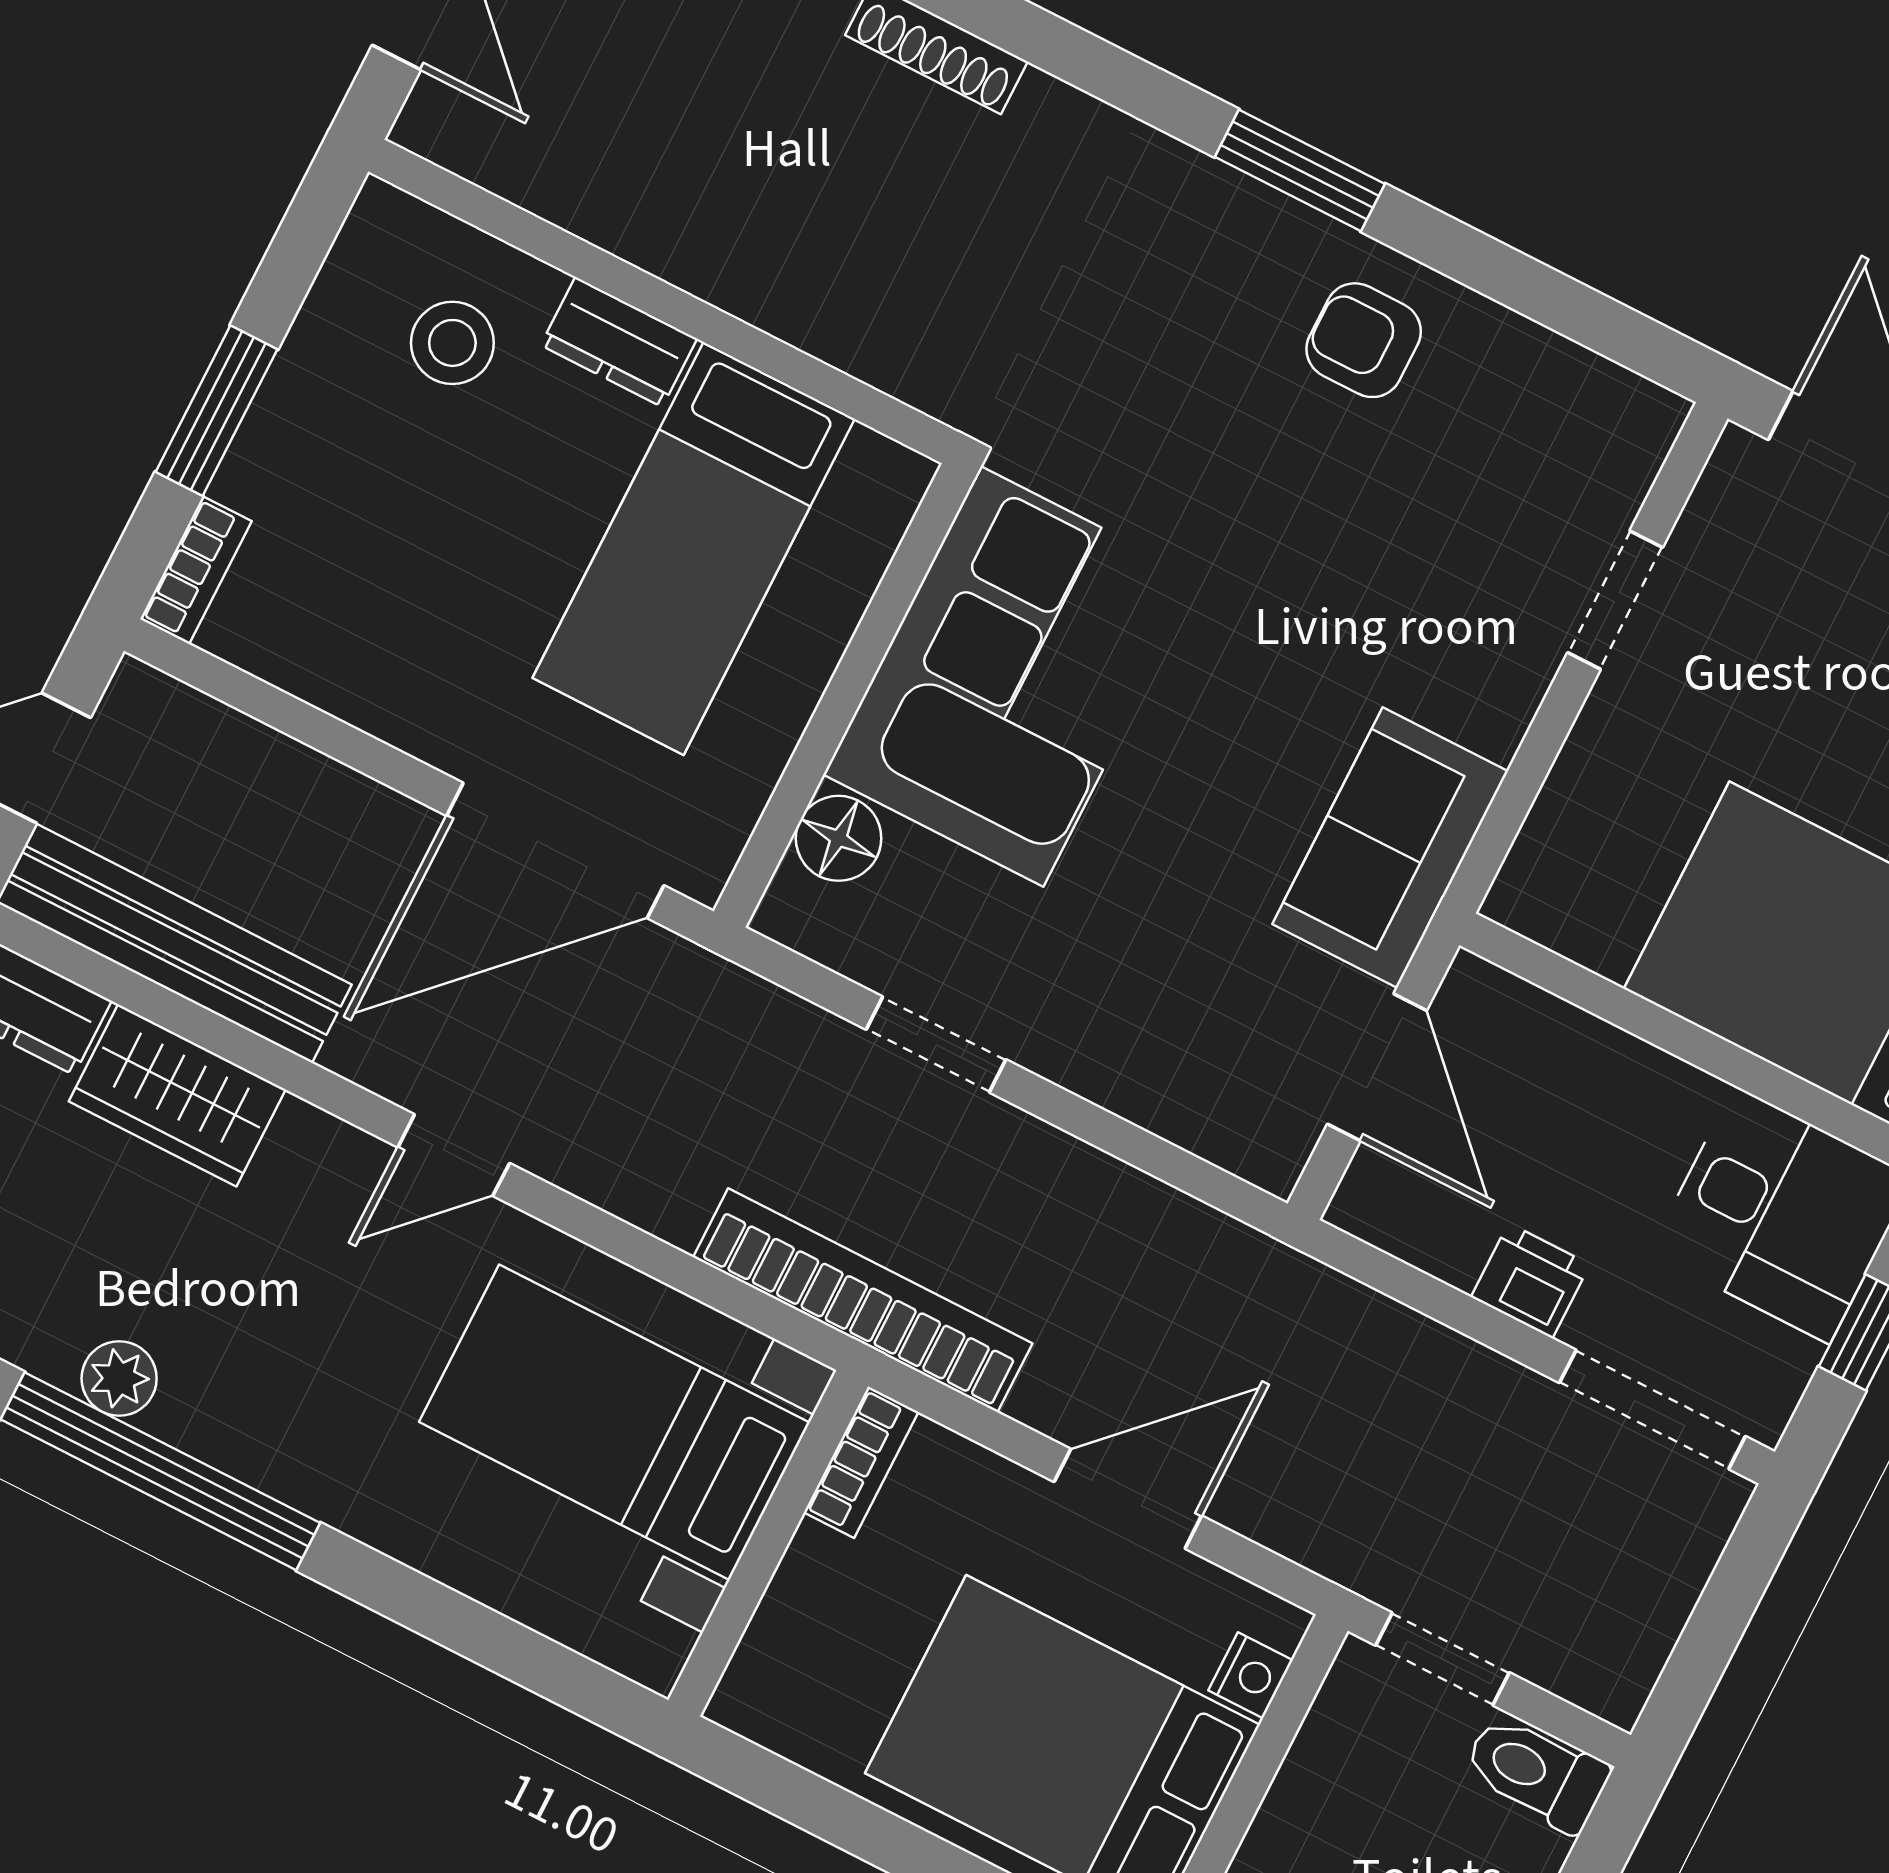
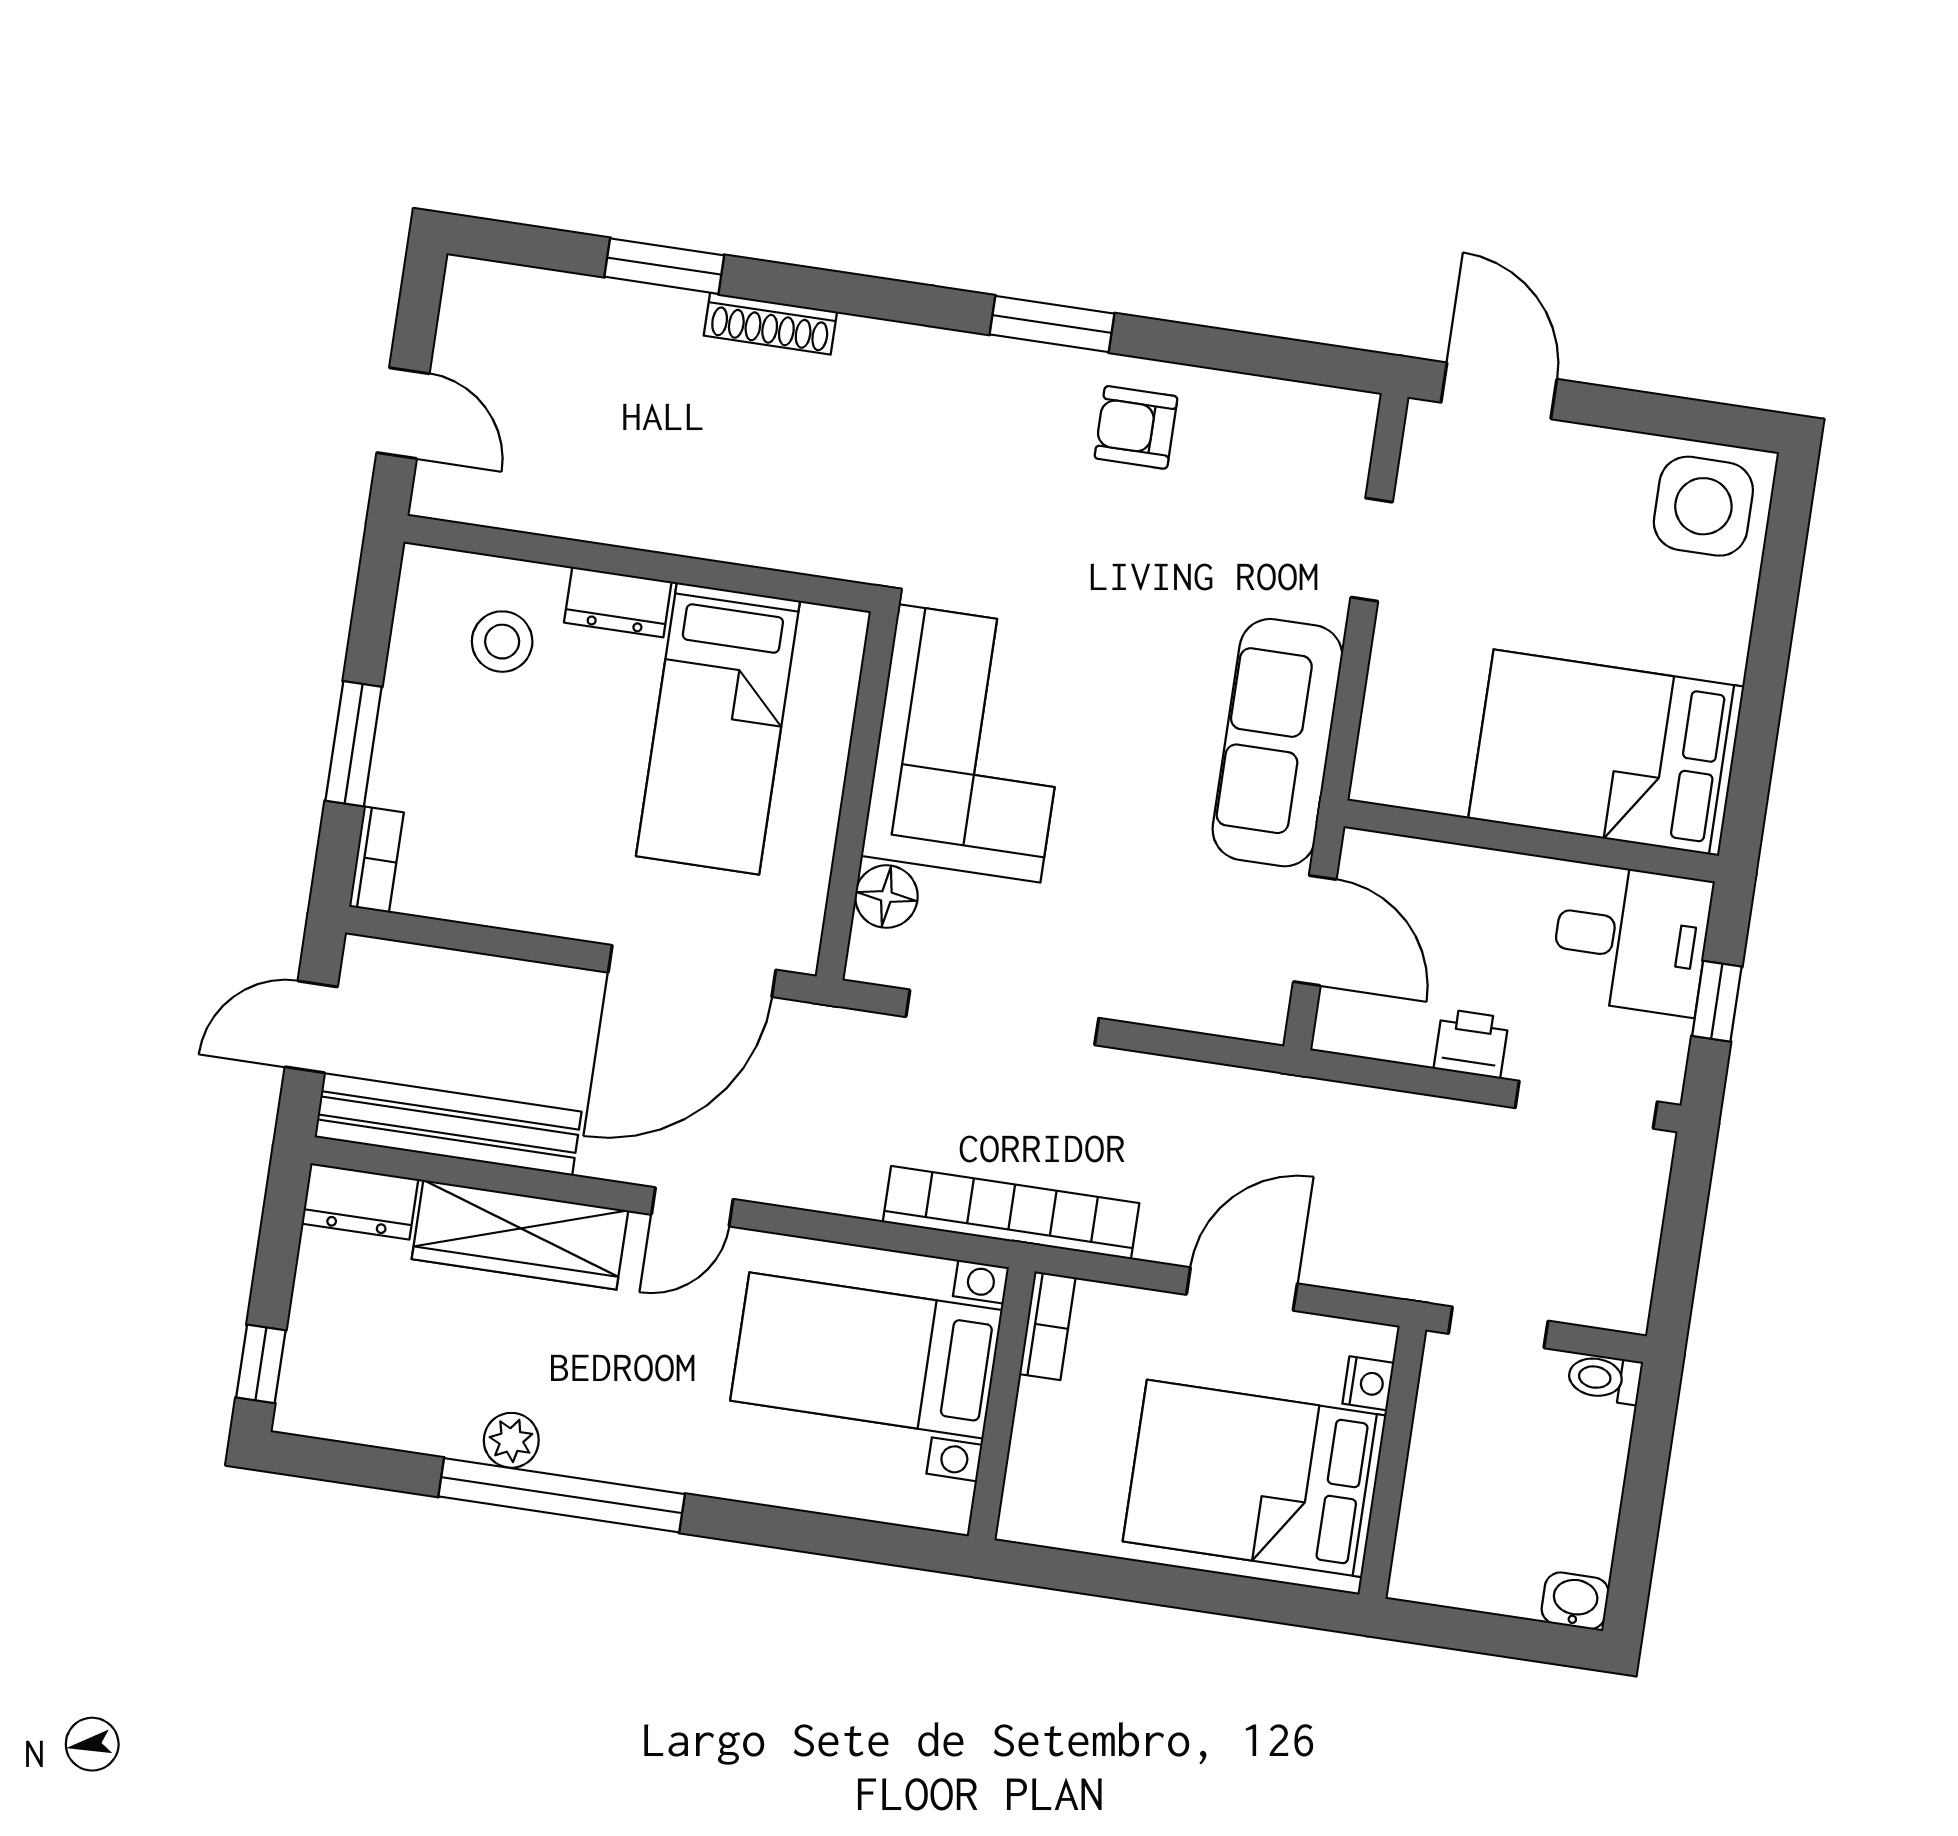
sofa: (1390, 848) -> (1277, 743), width x1.36
doorway: (936, 1045) -> (1002, 1017), width x1.88
wardrobe: (177, 1095) -> (520, 1235), width x1.50
toilet: (1536, 1773) -> (1605, 1379), width x0.73, depth x0.72

